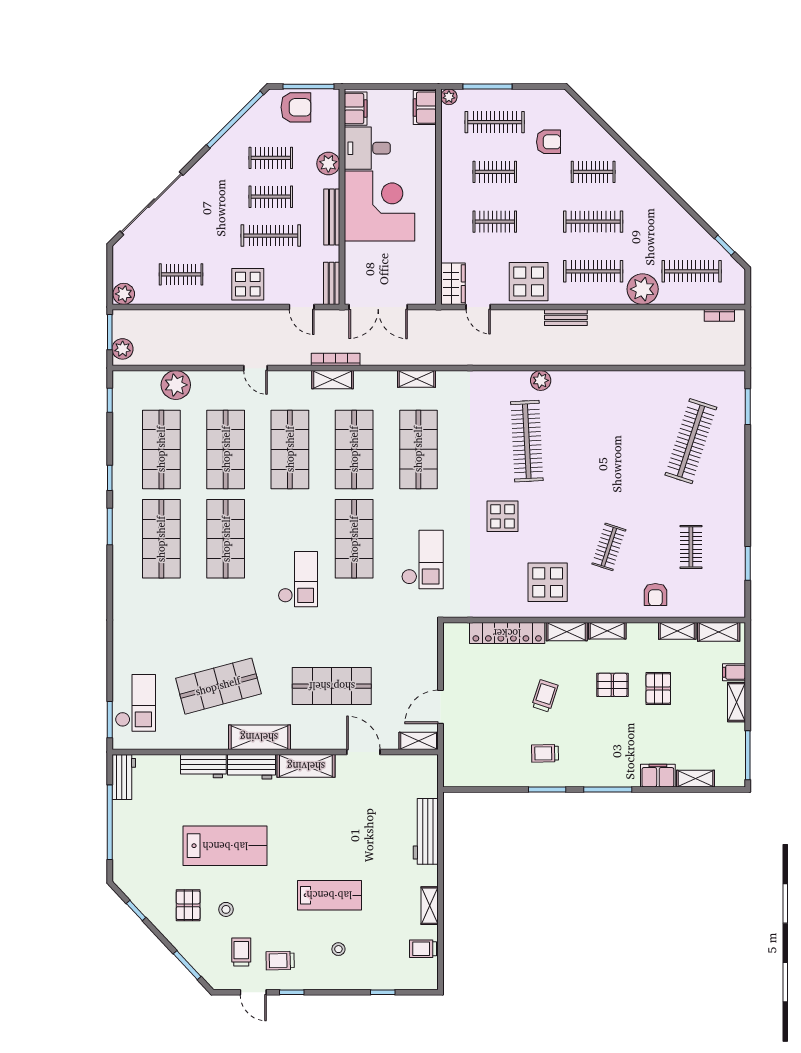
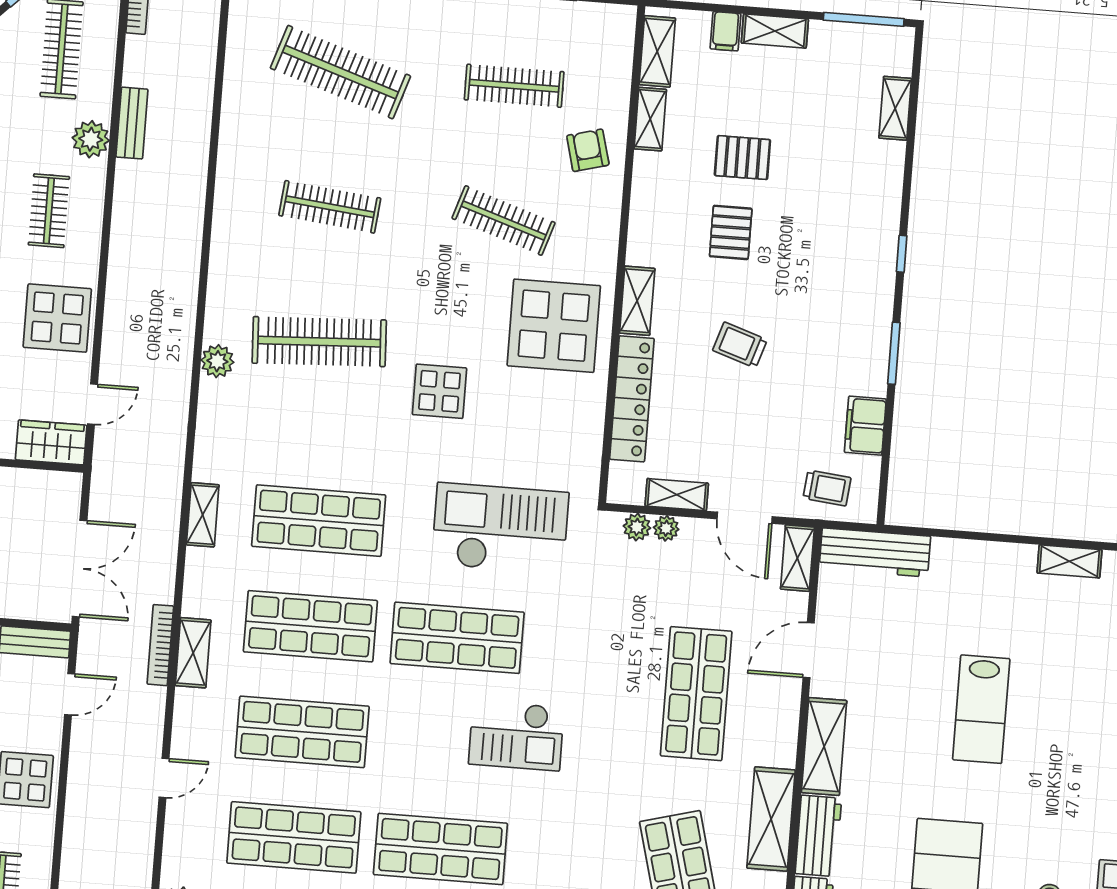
clothes rail: (593, 271) -> (49, 211), width x0.73
plant: (643, 289) -> (91, 139), width x0.73, depth x0.73
bench: (566, 317) -> (132, 123), moved
plant: (541, 380) -> (217, 361), moved
clothes rail: (609, 441) -> (330, 207), added
clothes rail: (609, 547) -> (504, 220), width x1.36
clothes rail: (691, 547) -> (514, 86), width x1.36
checkout: (422, 560) -> (500, 528), width x1.36, depth x1.21
checkout: (298, 579) -> (516, 736), turned 180
display table: (548, 582) -> (554, 326), width x1.36, depth x1.36
armchair: (655, 595) -> (588, 150), turned -105
shelving: (607, 631) -> (677, 495), moved, turned 90
plant: (430, 642) -> (637, 527), added
plant: (430, 660) -> (666, 528), added
trolley: (545, 753) -> (827, 488), moved, turned -83
filing cabinet: (658, 776) -> (865, 426), moved
window: (608, 789) -> (902, 254), width x0.46
workbench: (426, 831) -> (875, 552), moved
lab bench: (329, 895) -> (981, 709), moved, turned 180

